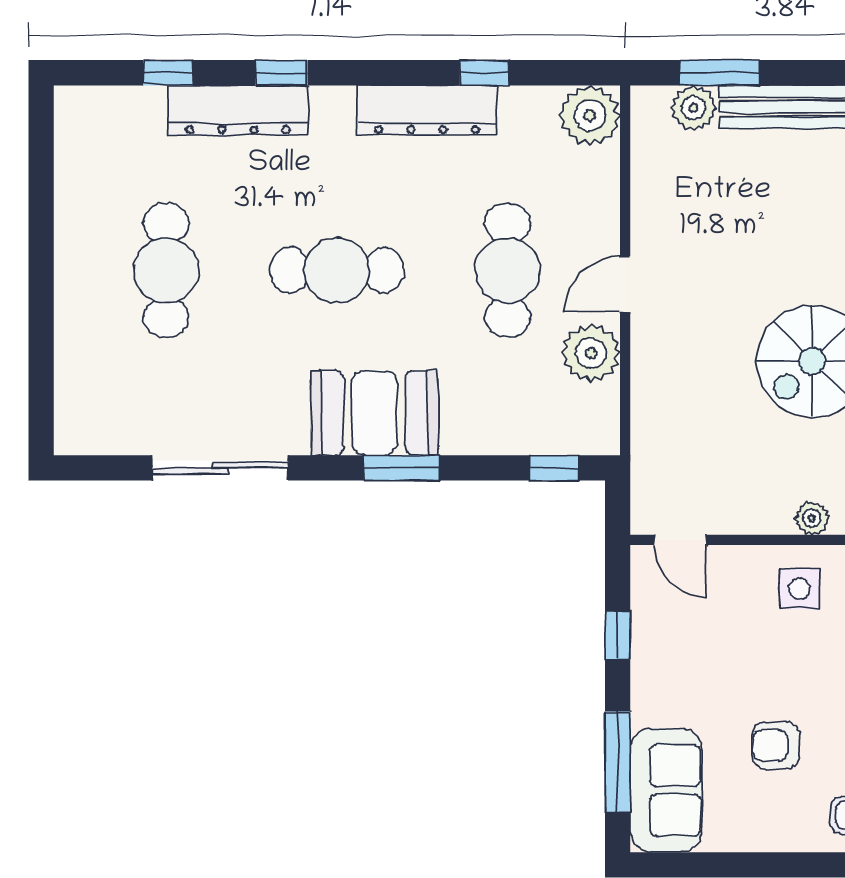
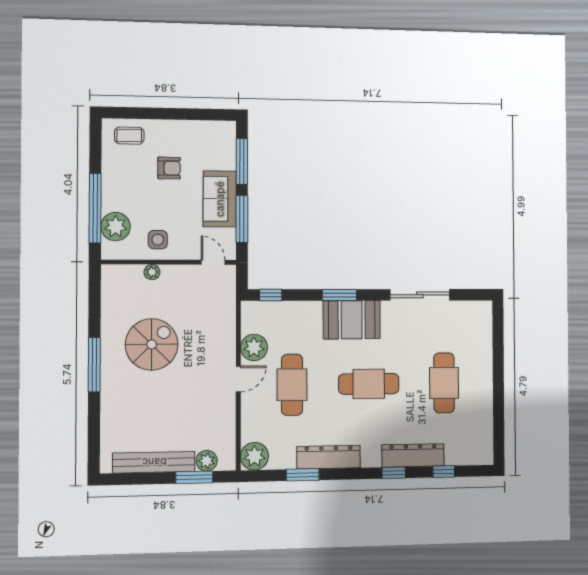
window: (484, 73) -> (303, 475), width x1.50
window: (618, 635) -> (242, 219), width x2.17
sofa: (666, 790) -> (220, 199), moved

